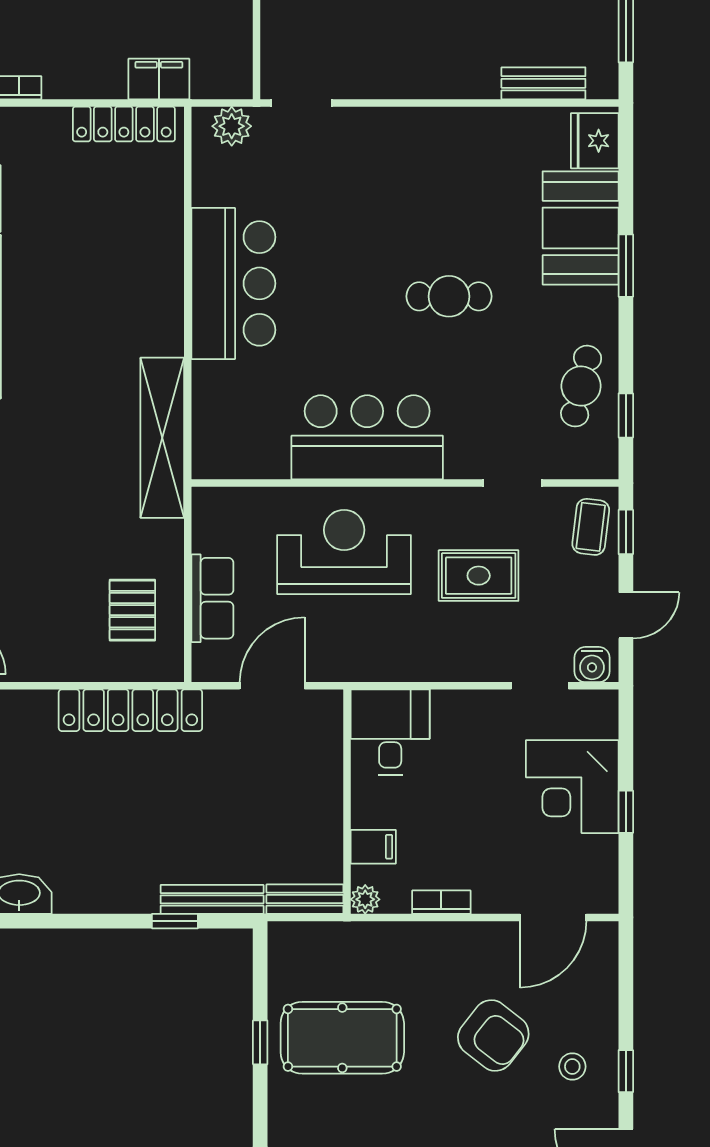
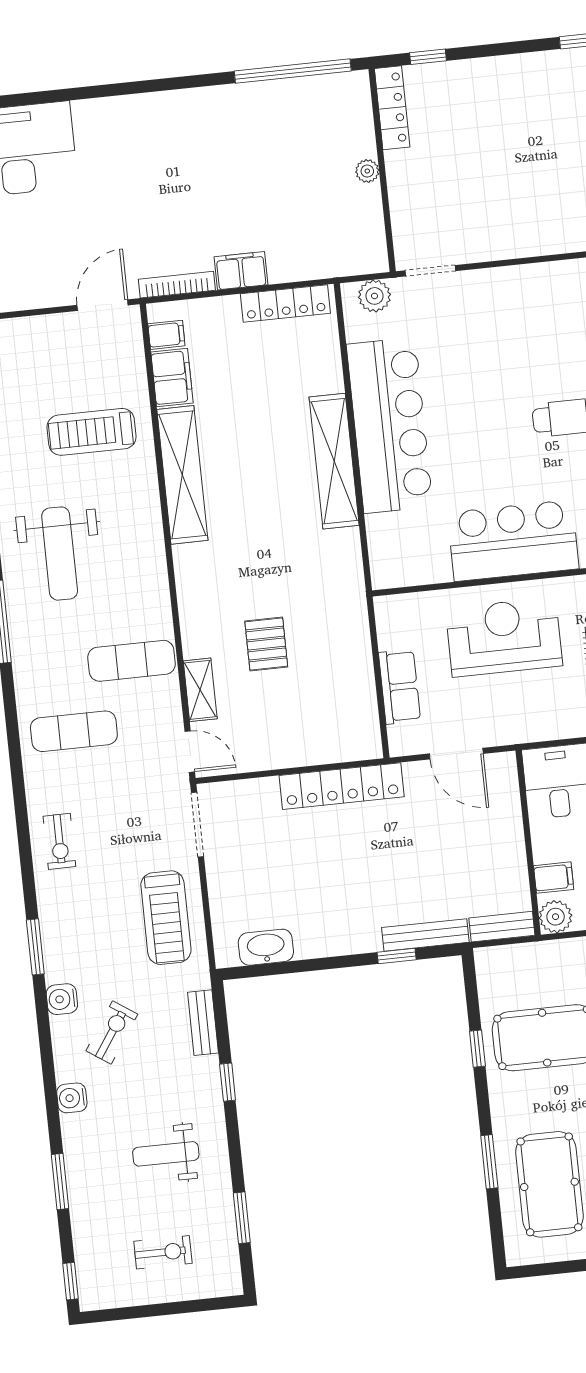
filing cabinet: (159, 79) -> (241, 271), moved
bar counter: (233, 283) -> (390, 425), width x1.36
shelving: (162, 438) -> (334, 461), moved
pallet: (132, 610) -> (266, 644), moved
door: (272, 686) -> (456, 754), swing flipped
plant: (365, 899) -> (556, 917), width x1.38, depth x1.38

